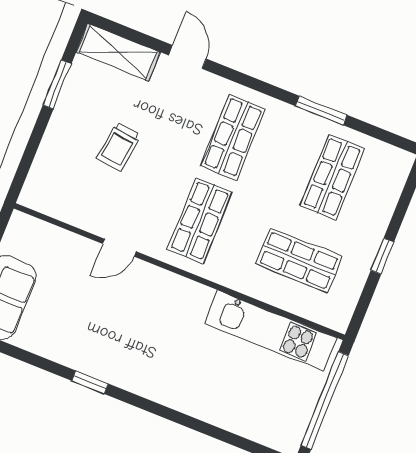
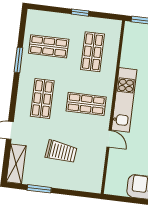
shop shelf: (233, 137) -> (42, 99), turned 90
trolley: (119, 147) -> (61, 152), width x1.36, depth x1.39
kitchen unit: (271, 331) -> (124, 100), moved

